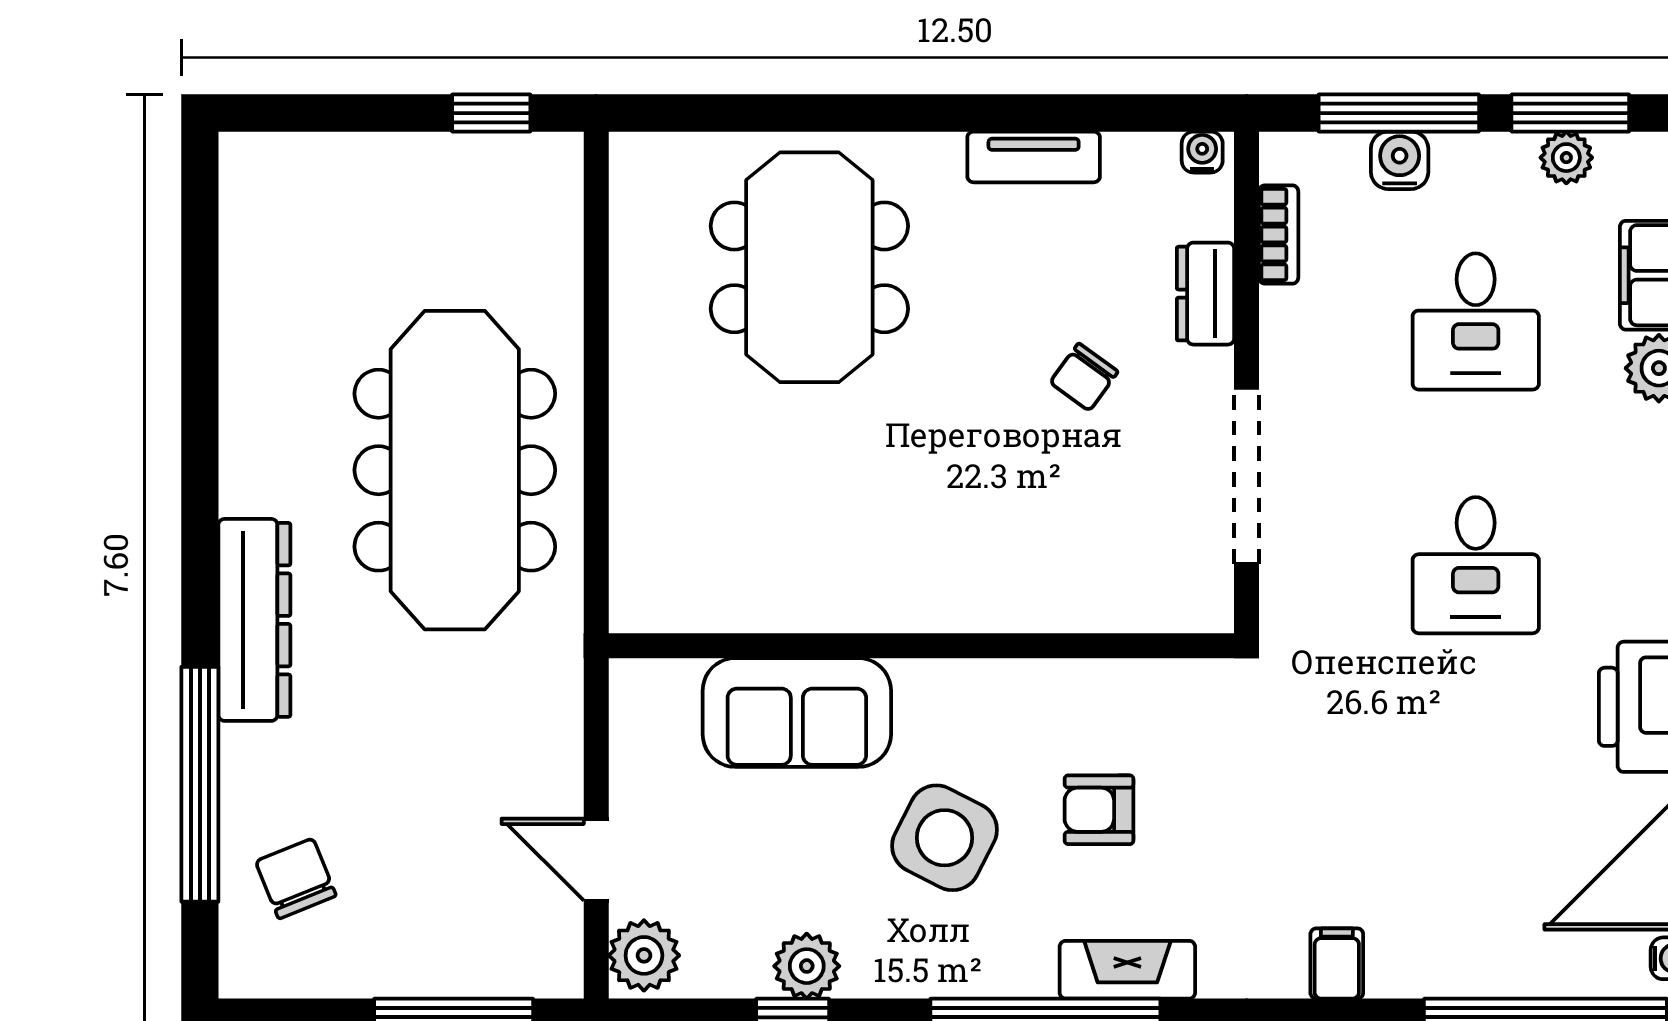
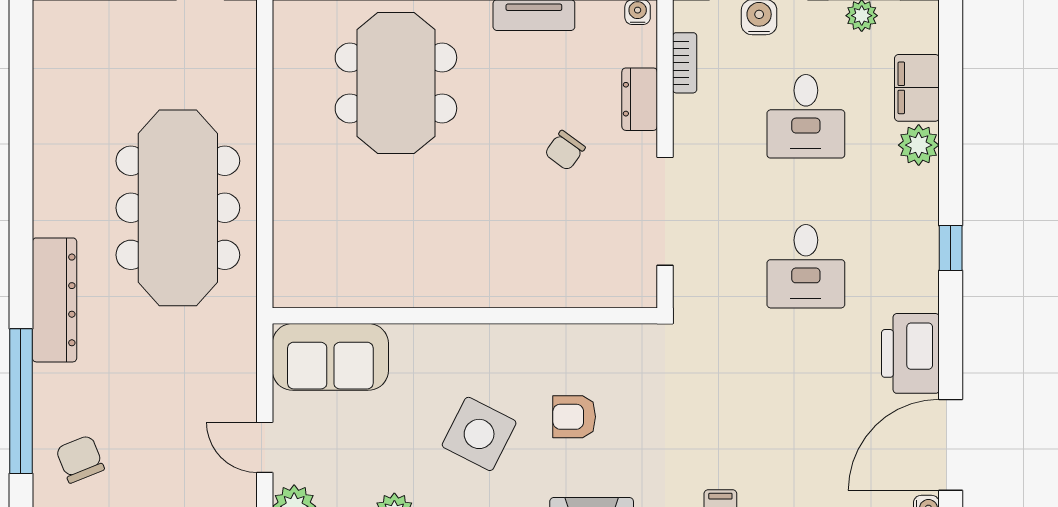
sofa: (797, 713) -> (330, 357), moved

